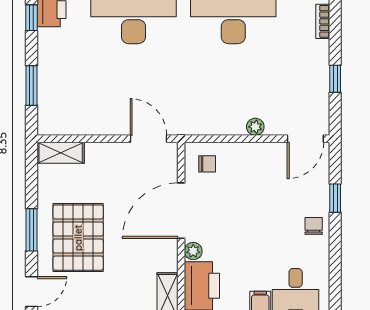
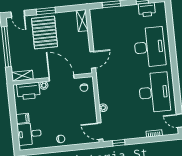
window: (335, 79) -> (119, 143), moved
window: (335, 198) -> (74, 147), removed
pallet: (78, 238) -> (45, 33), turned 90

